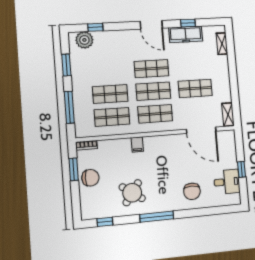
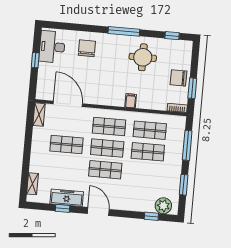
desk: (227, 182) -> (52, 47), width x1.37
round table: (132, 193) -> (143, 57), turned -35

